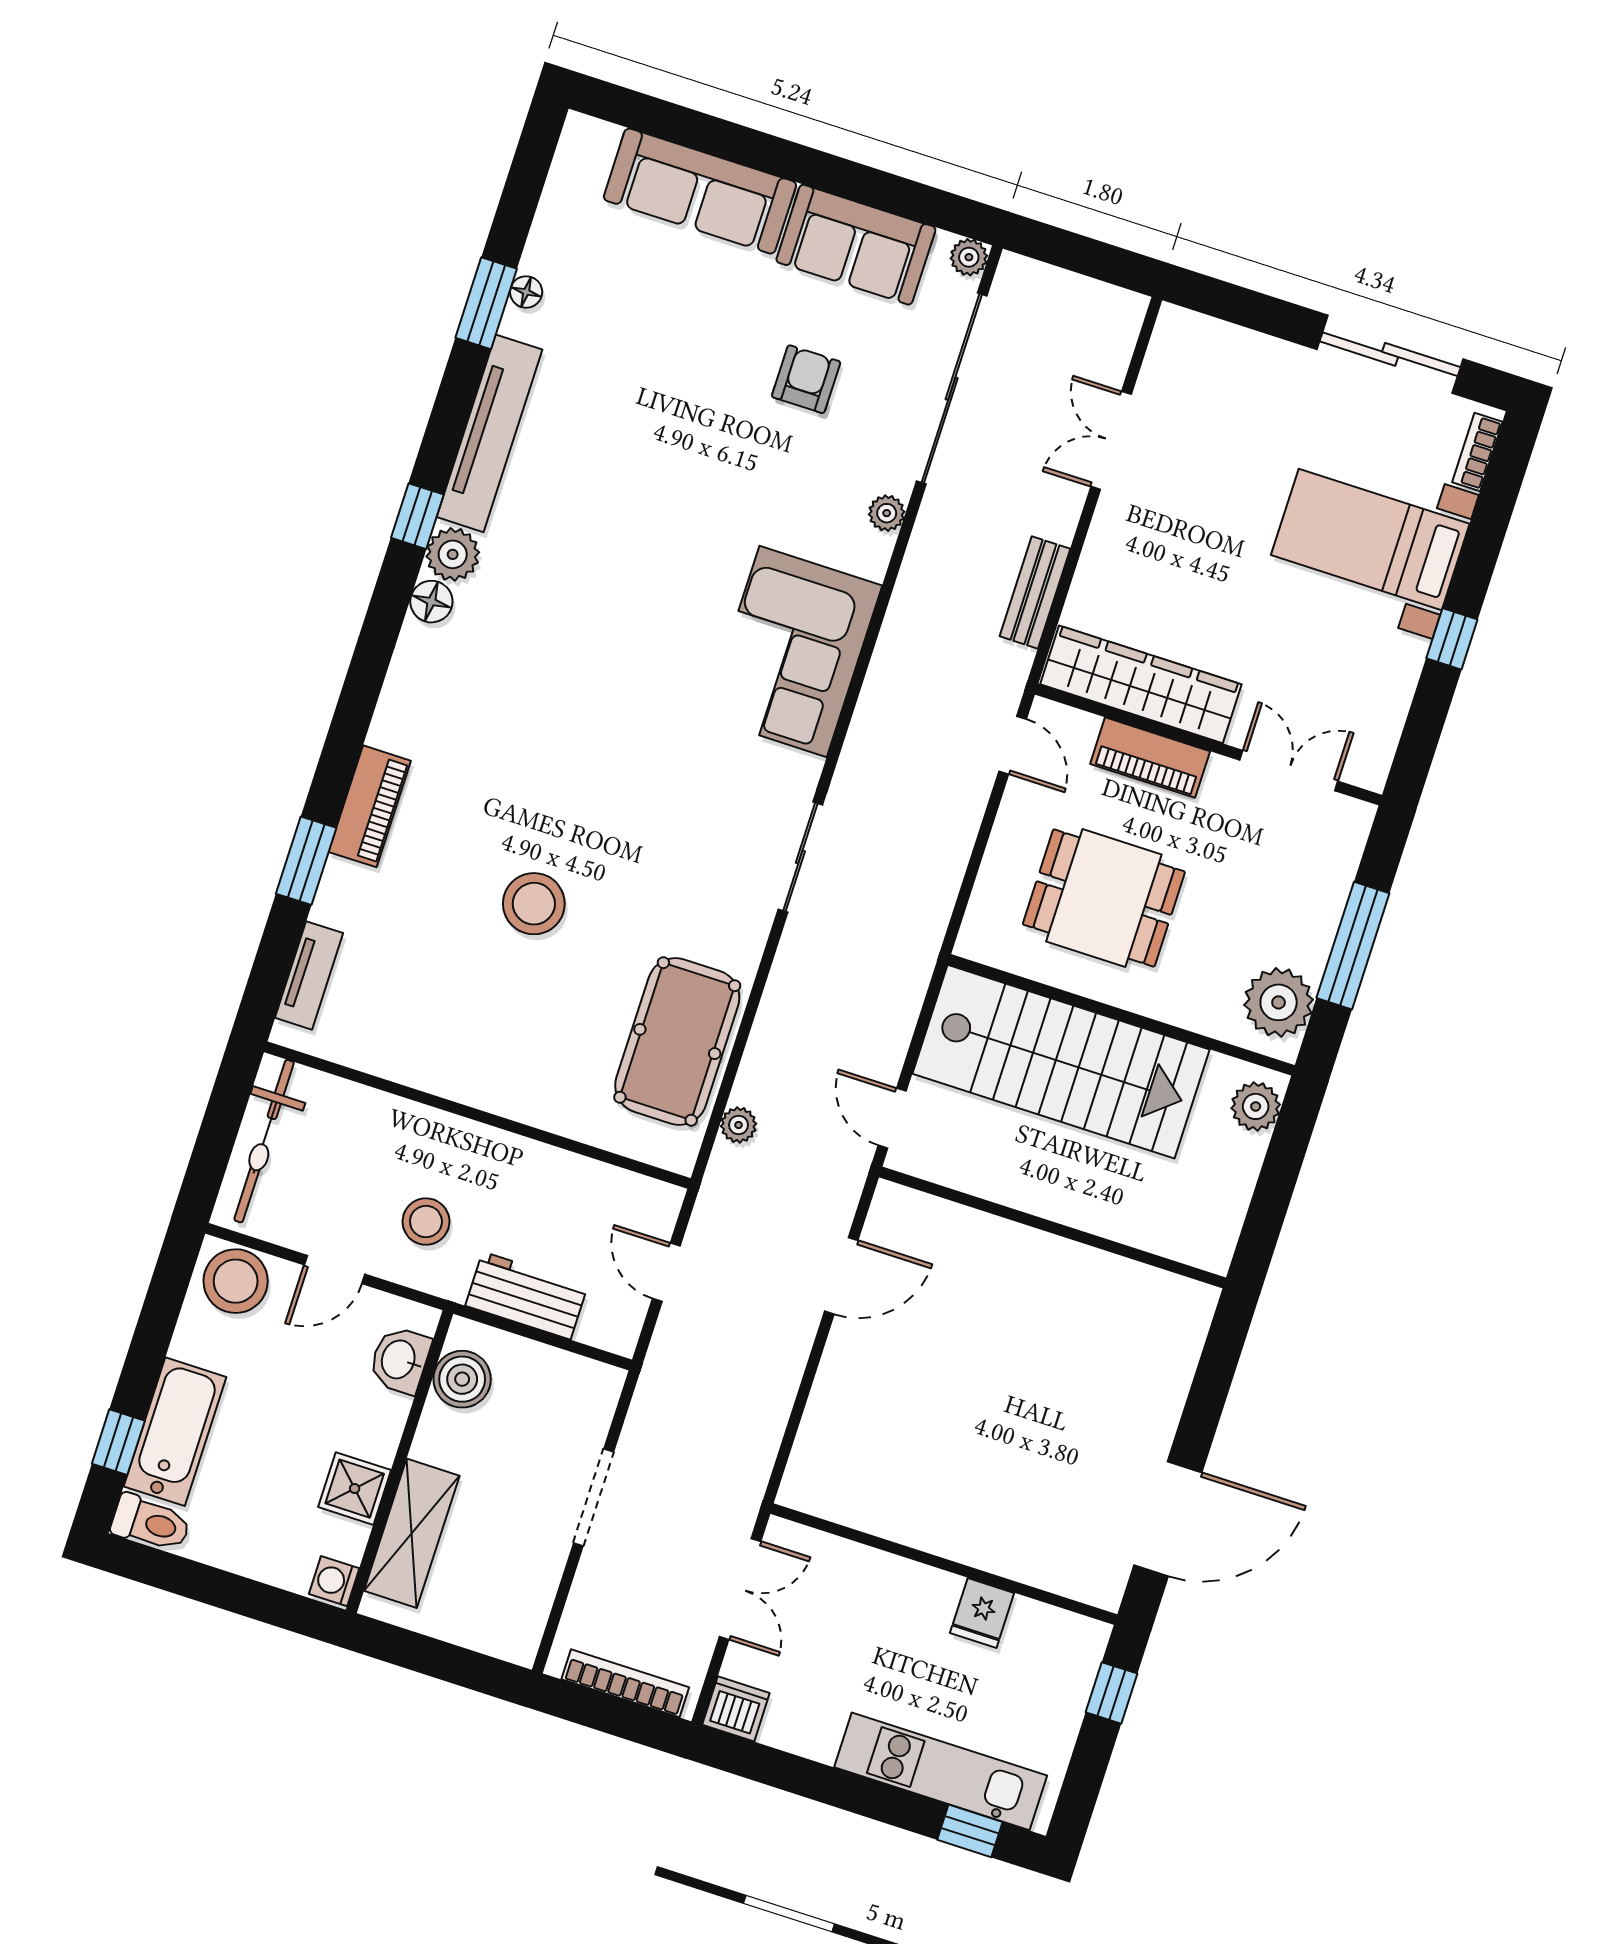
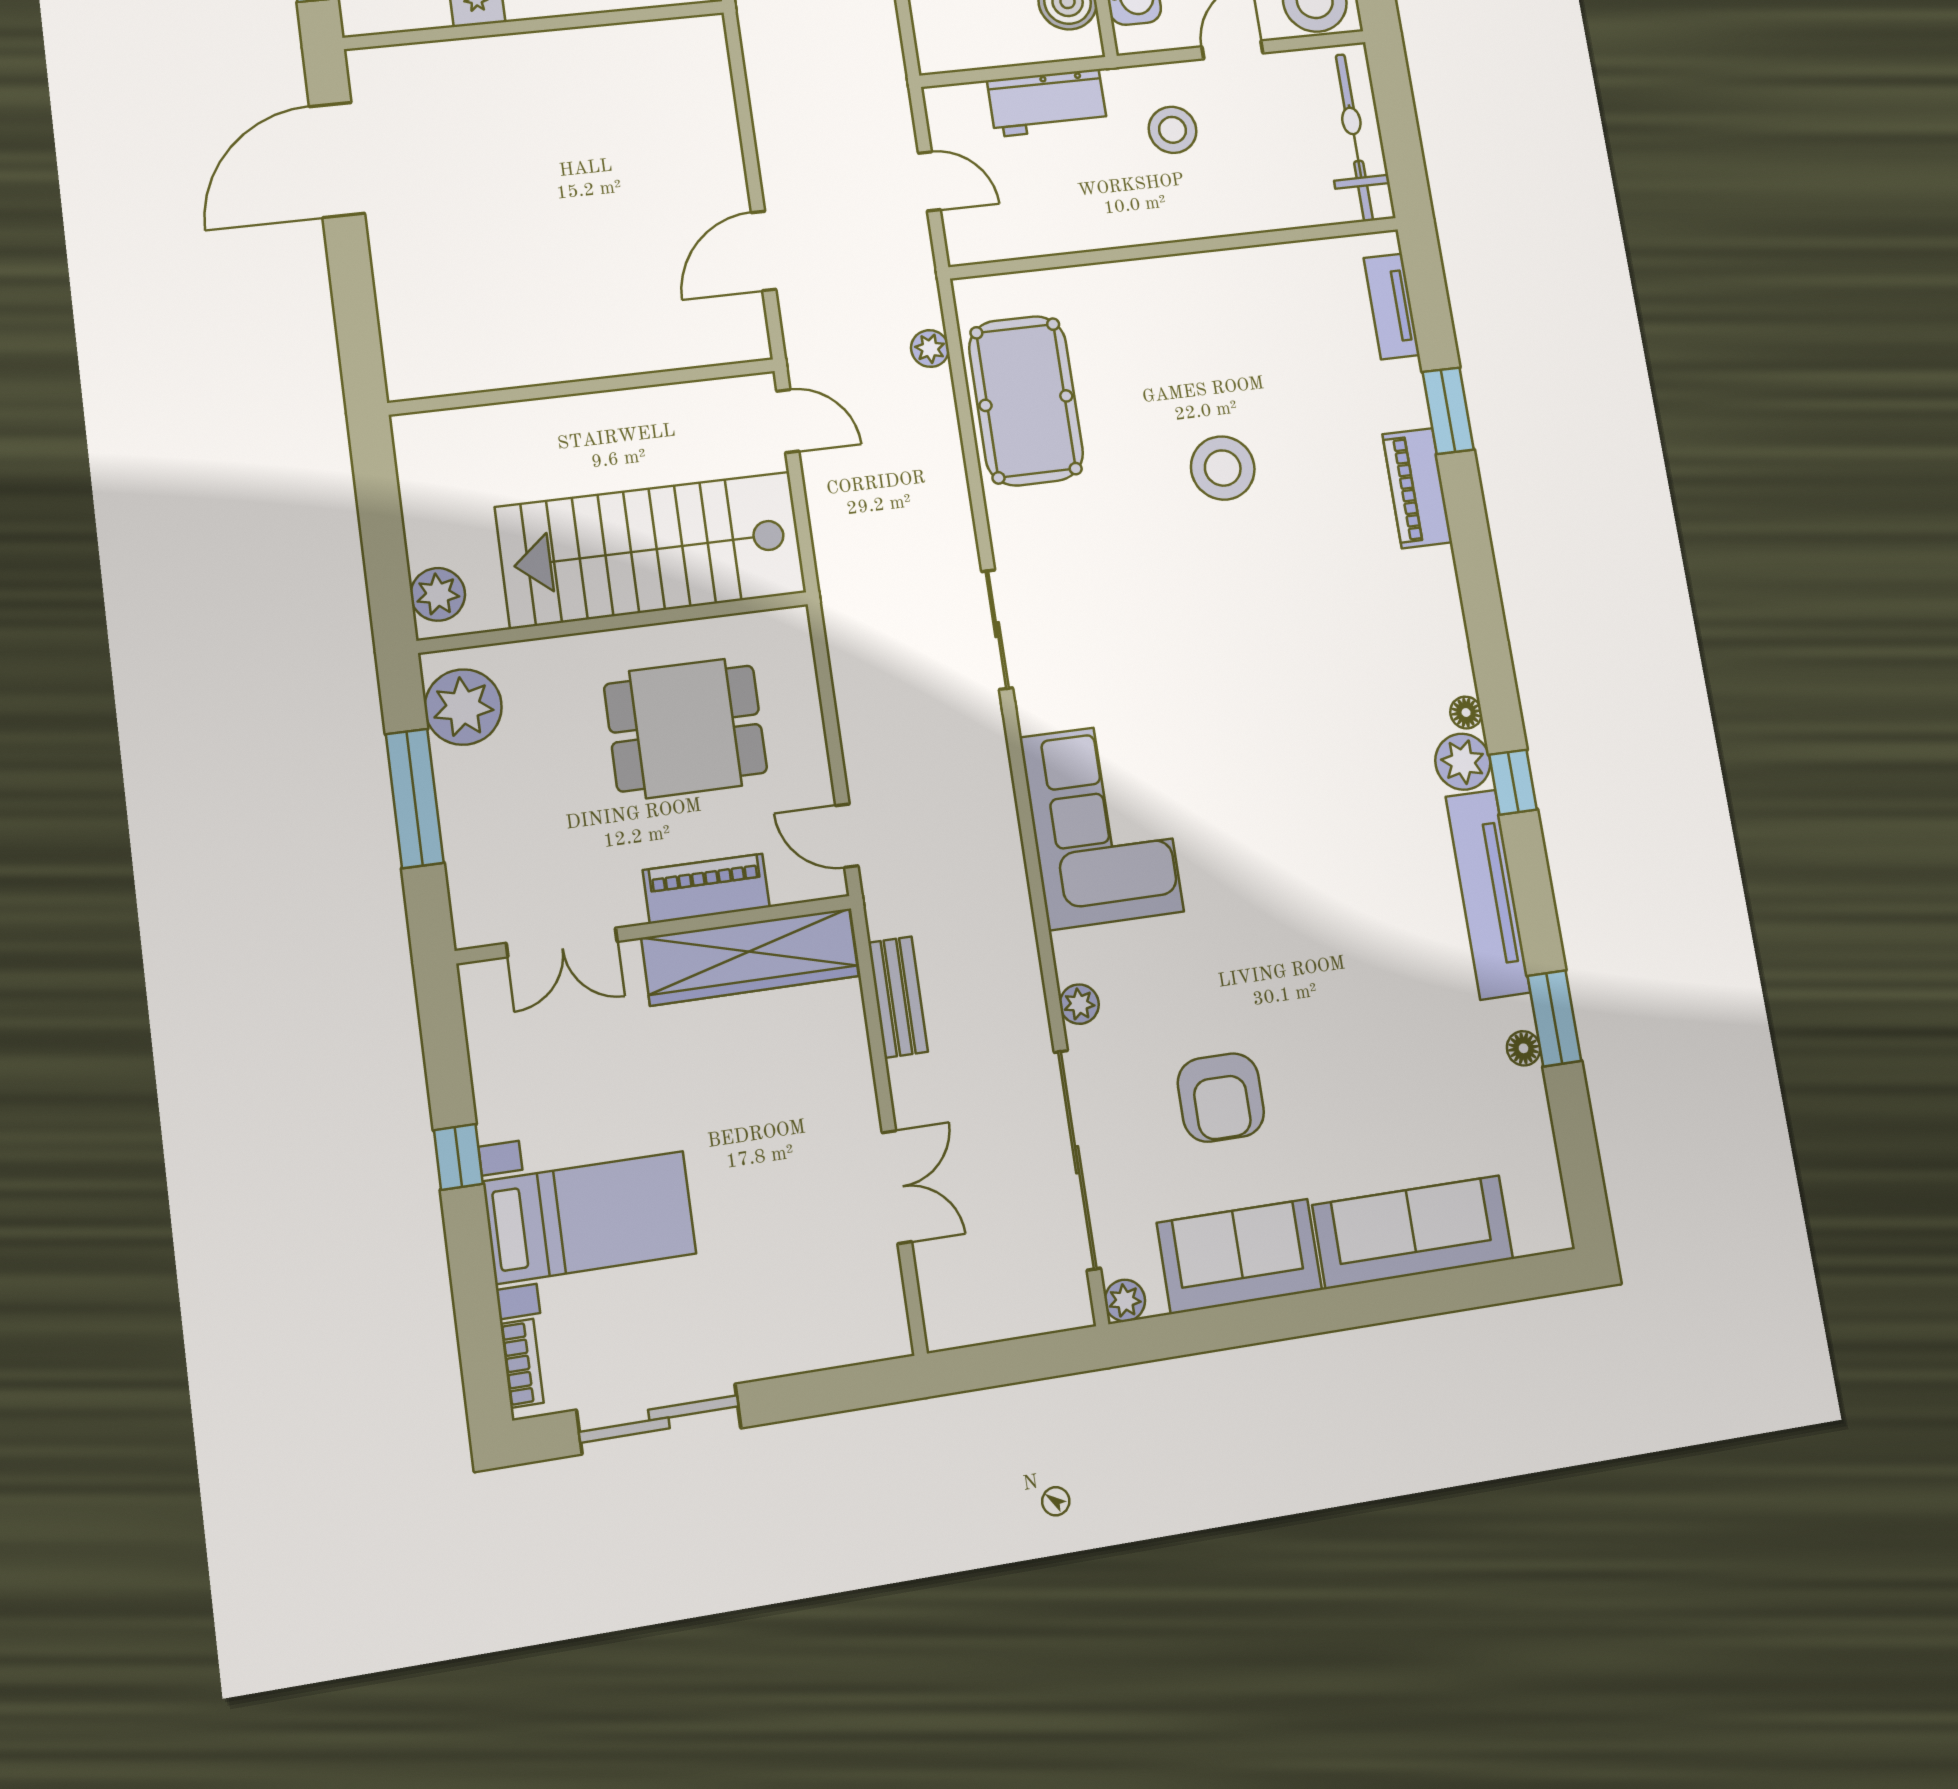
armchair: (806, 379) -> (1221, 1098), width x1.38, depth x1.38
floor lamp: (431, 602) -> (1466, 713), width x0.73, depth x0.73

